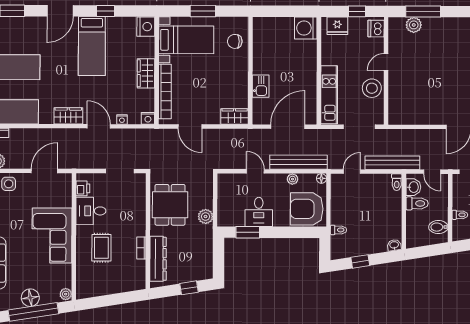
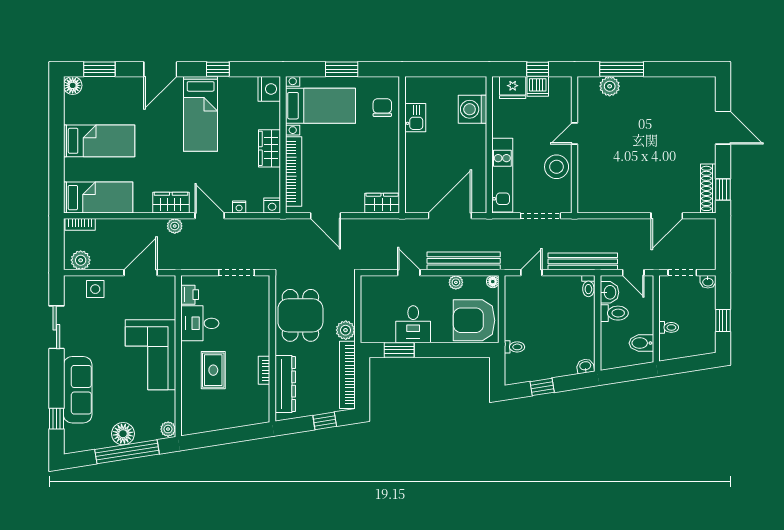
washing machine: (306, 28) -> (472, 109), moved
dishwasher: (376, 29) -> (538, 86), moved, turned -90
chair: (235, 41) -> (382, 108), turned 90
kitchen sink: (261, 86) -> (415, 118), moved
plant: (71, 134) -> (175, 226), added
bookcase: (207, 252) -> (347, 375), added

